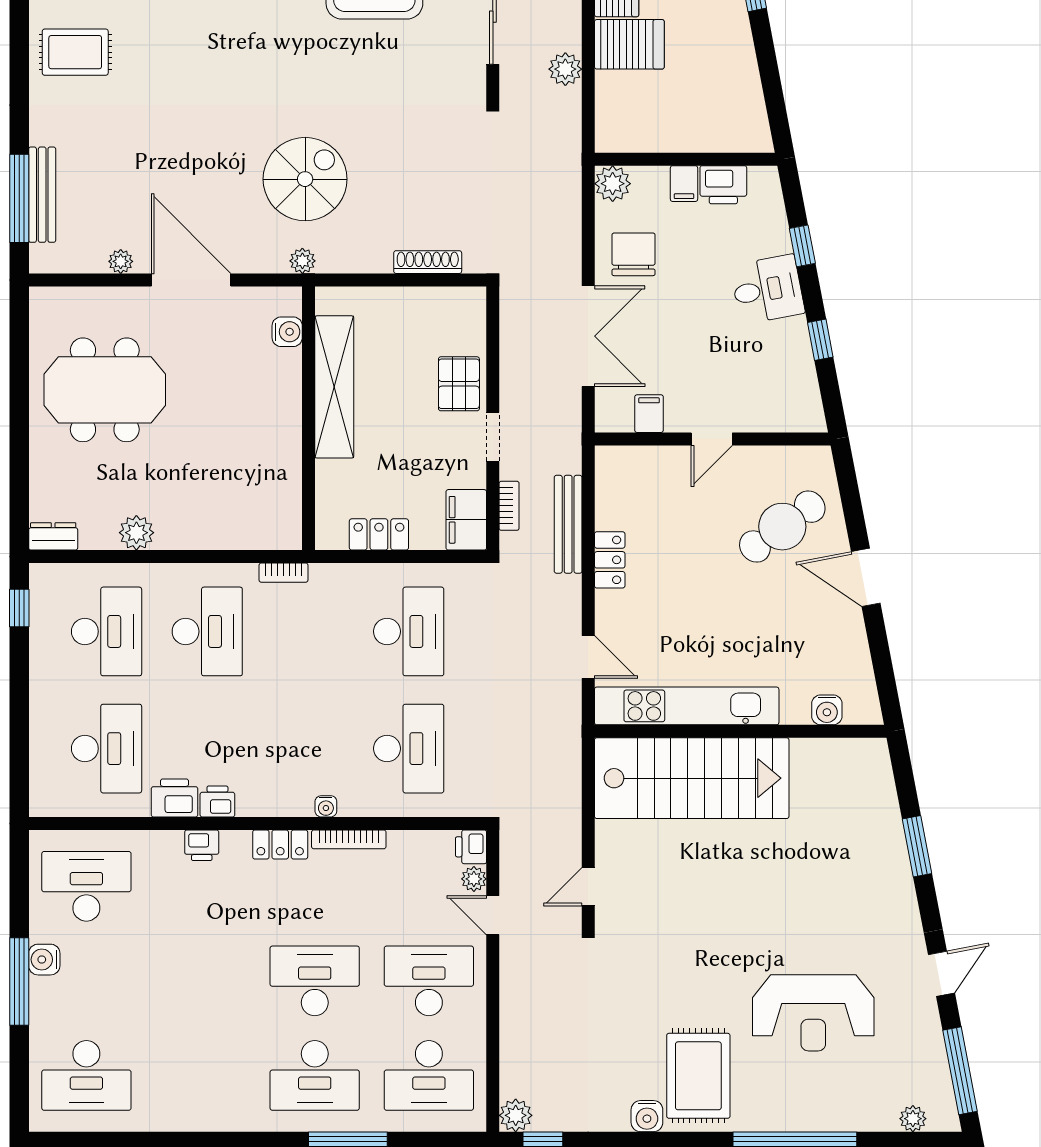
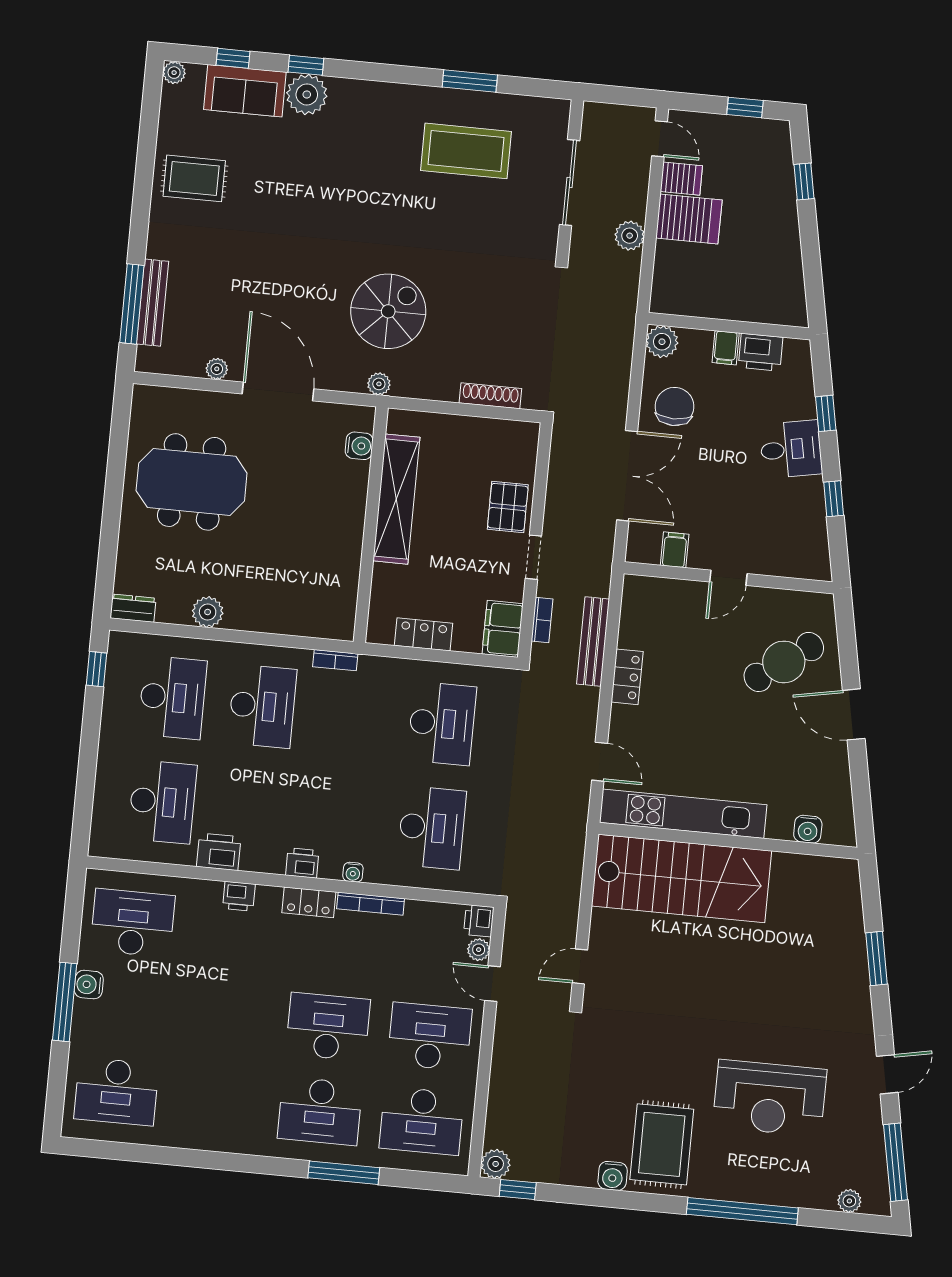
printer: (217, 801) -> (302, 863), moved

